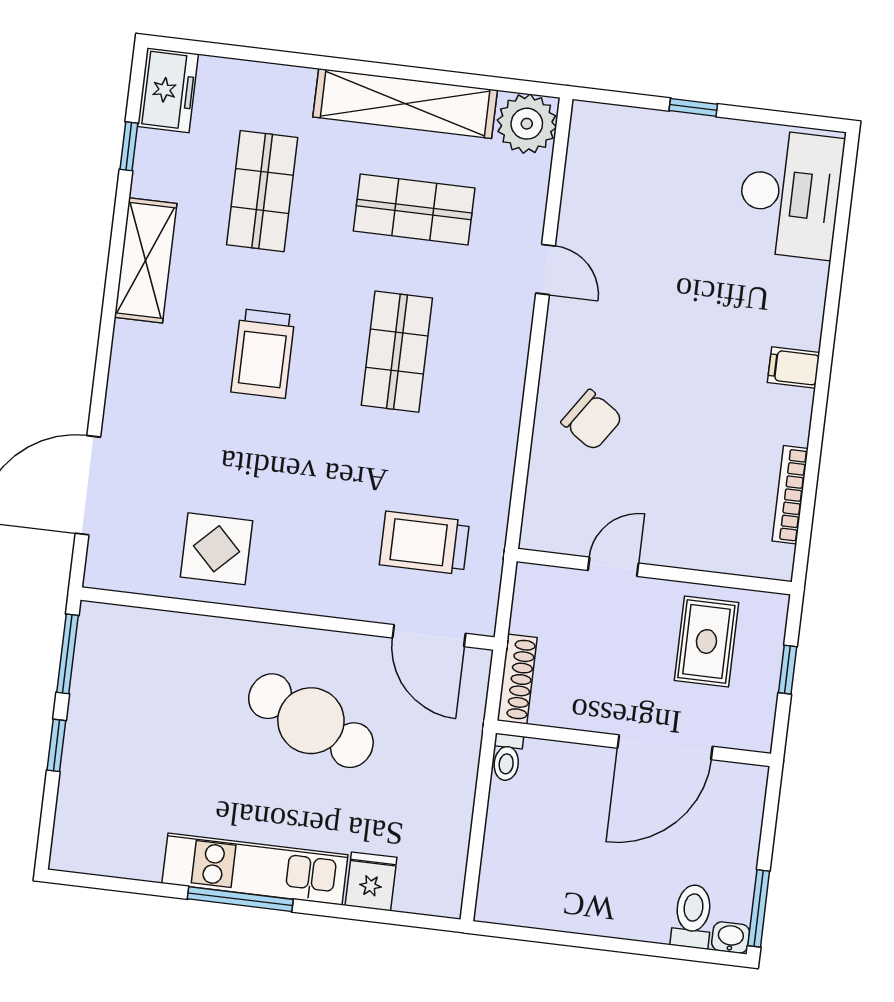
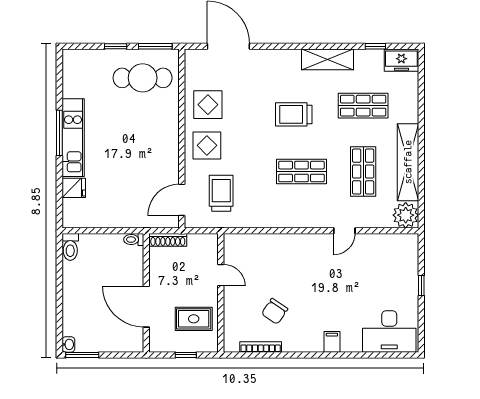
filing cabinet: (794, 368) -> (332, 342), moved
chair: (592, 420) -> (275, 311), moved
display table: (310, 562) -> (207, 145), added
cafe table: (311, 721) -> (143, 78), moved, turned 66
toilet: (692, 916) -> (70, 247), moved, turned 90

